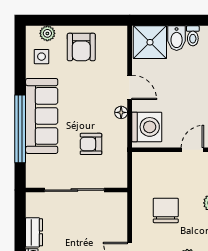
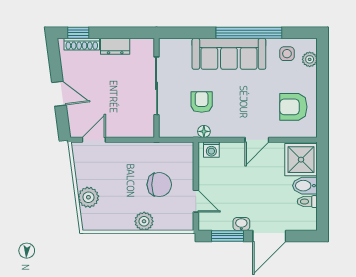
armchair: (81, 47) -> (293, 107), moved
floor lamp: (121, 112) -> (204, 131), moved
washing machine: (147, 127) -> (211, 150), width x0.53, depth x0.53
window: (20, 129) -> (249, 33), moved
chair: (166, 210) -> (159, 185), moved

